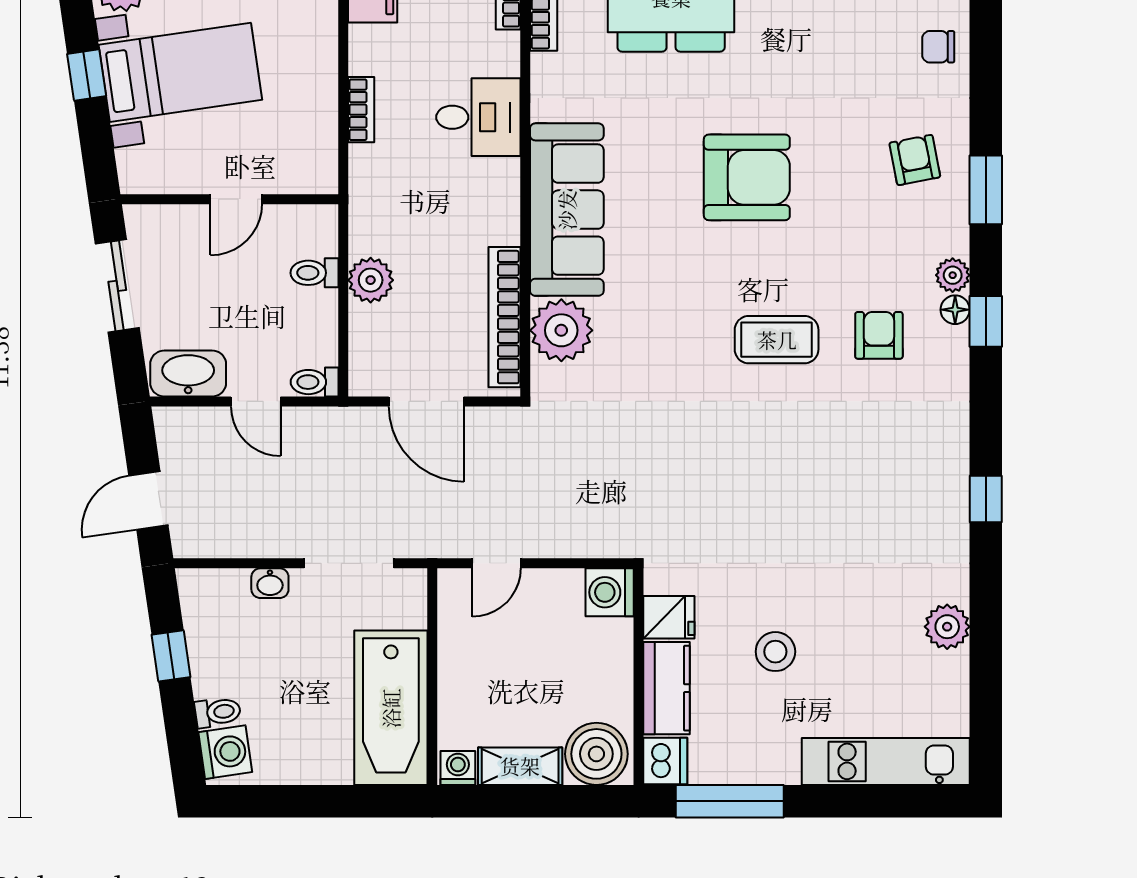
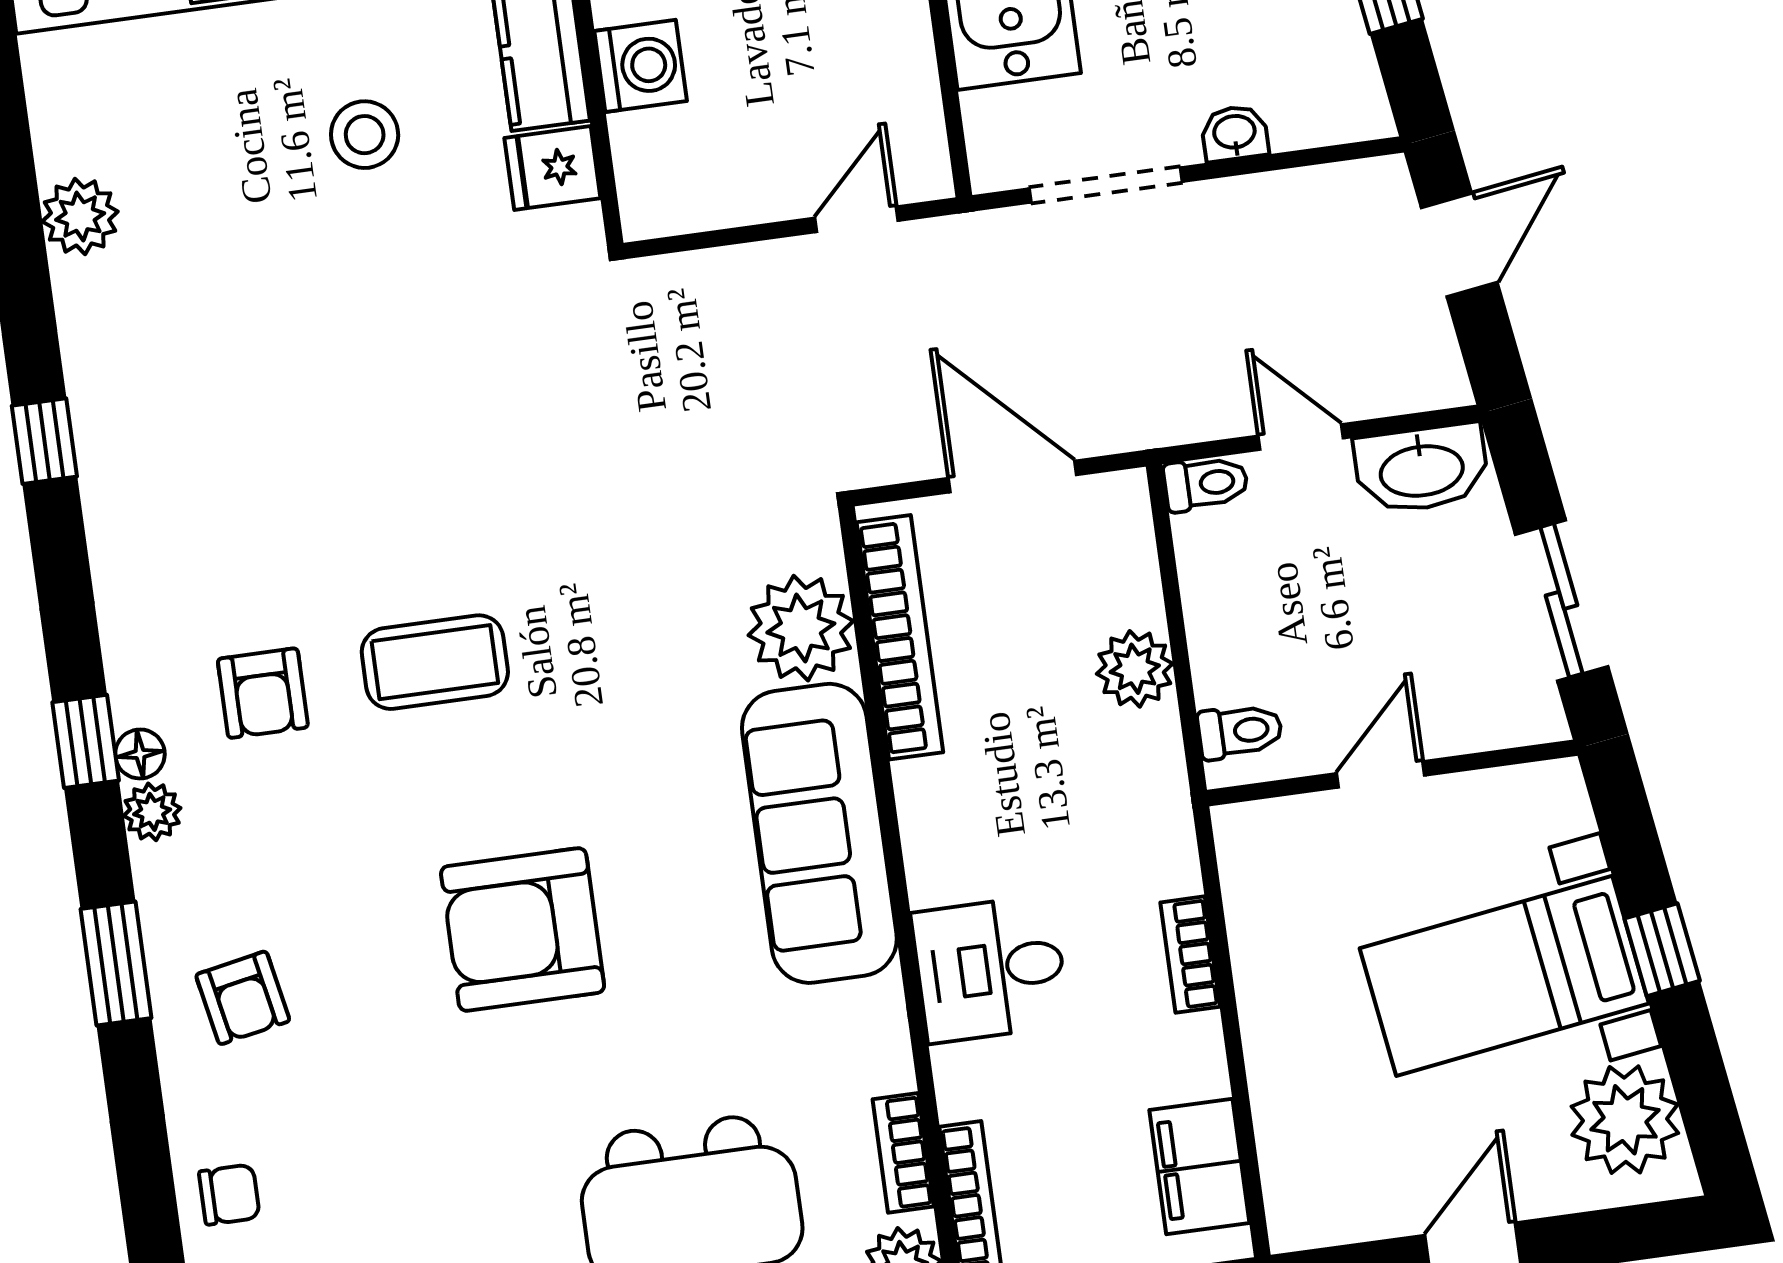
toilet: (314, 273) -> (1240, 731), moved
washing machine: (610, 592) -> (641, 66), moved

